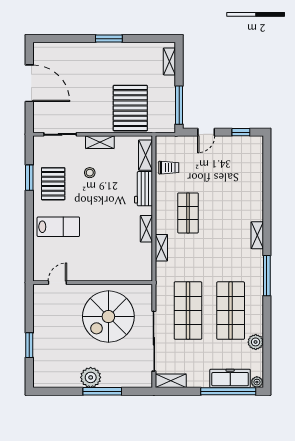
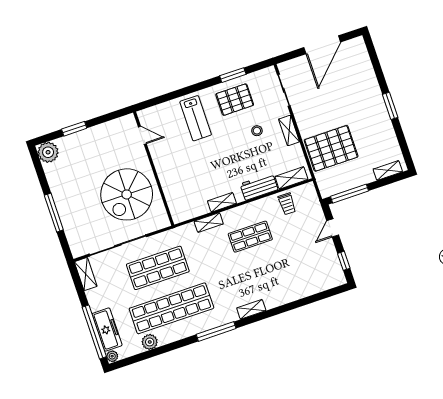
door: (206, 132) -> (333, 228), hinge flipped
shop shelf: (231, 311) -> (171, 308), width x1.40
spiral stairs: (108, 317) -> (127, 194), turned -90
plant: (91, 377) -> (48, 152), moved

